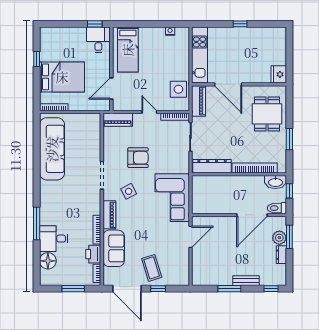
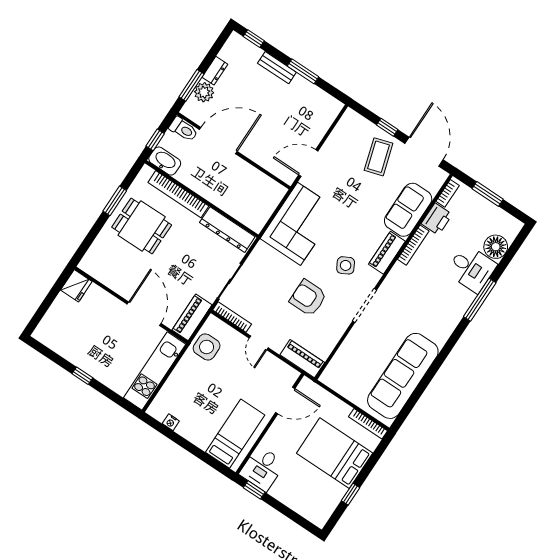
dining table: (267, 114) -> (142, 226), moved, turned 90

